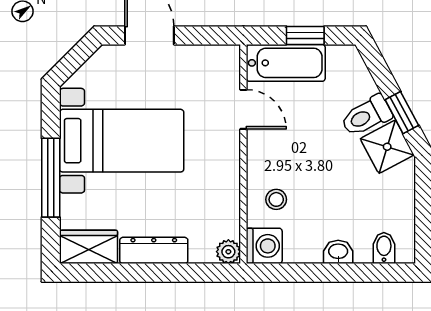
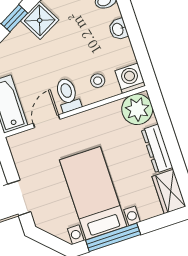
toilet: (366, 116) -> (68, 95), moved, turned -152
window: (51, 178) -> (113, 237), moved
plant: (228, 252) -> (137, 109), width x1.87, depth x1.87

